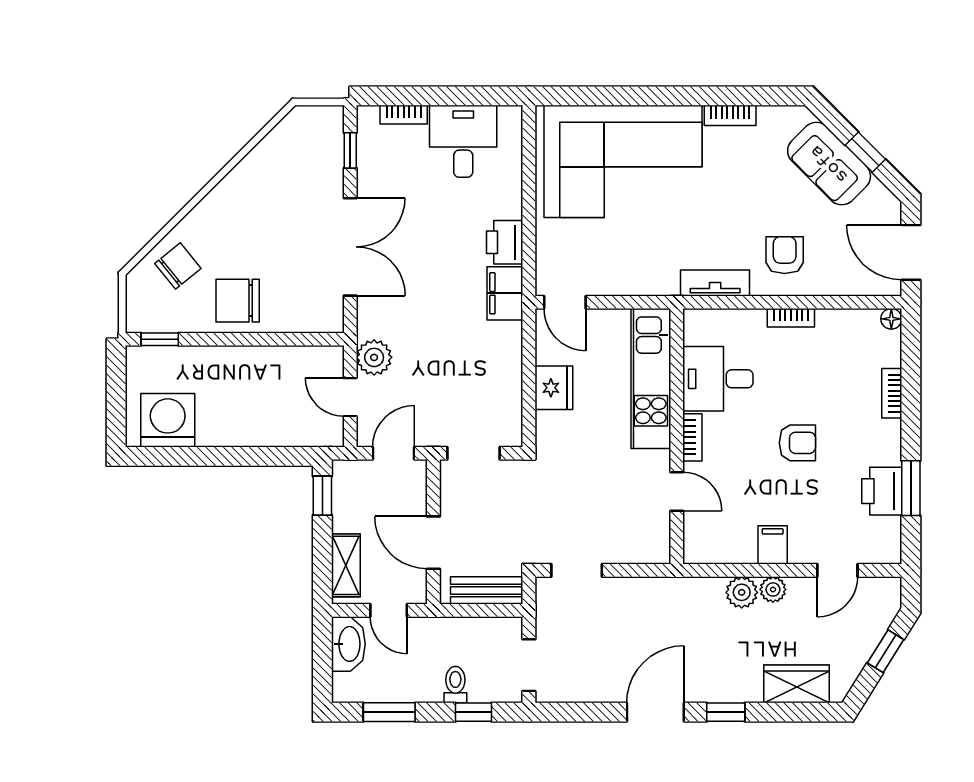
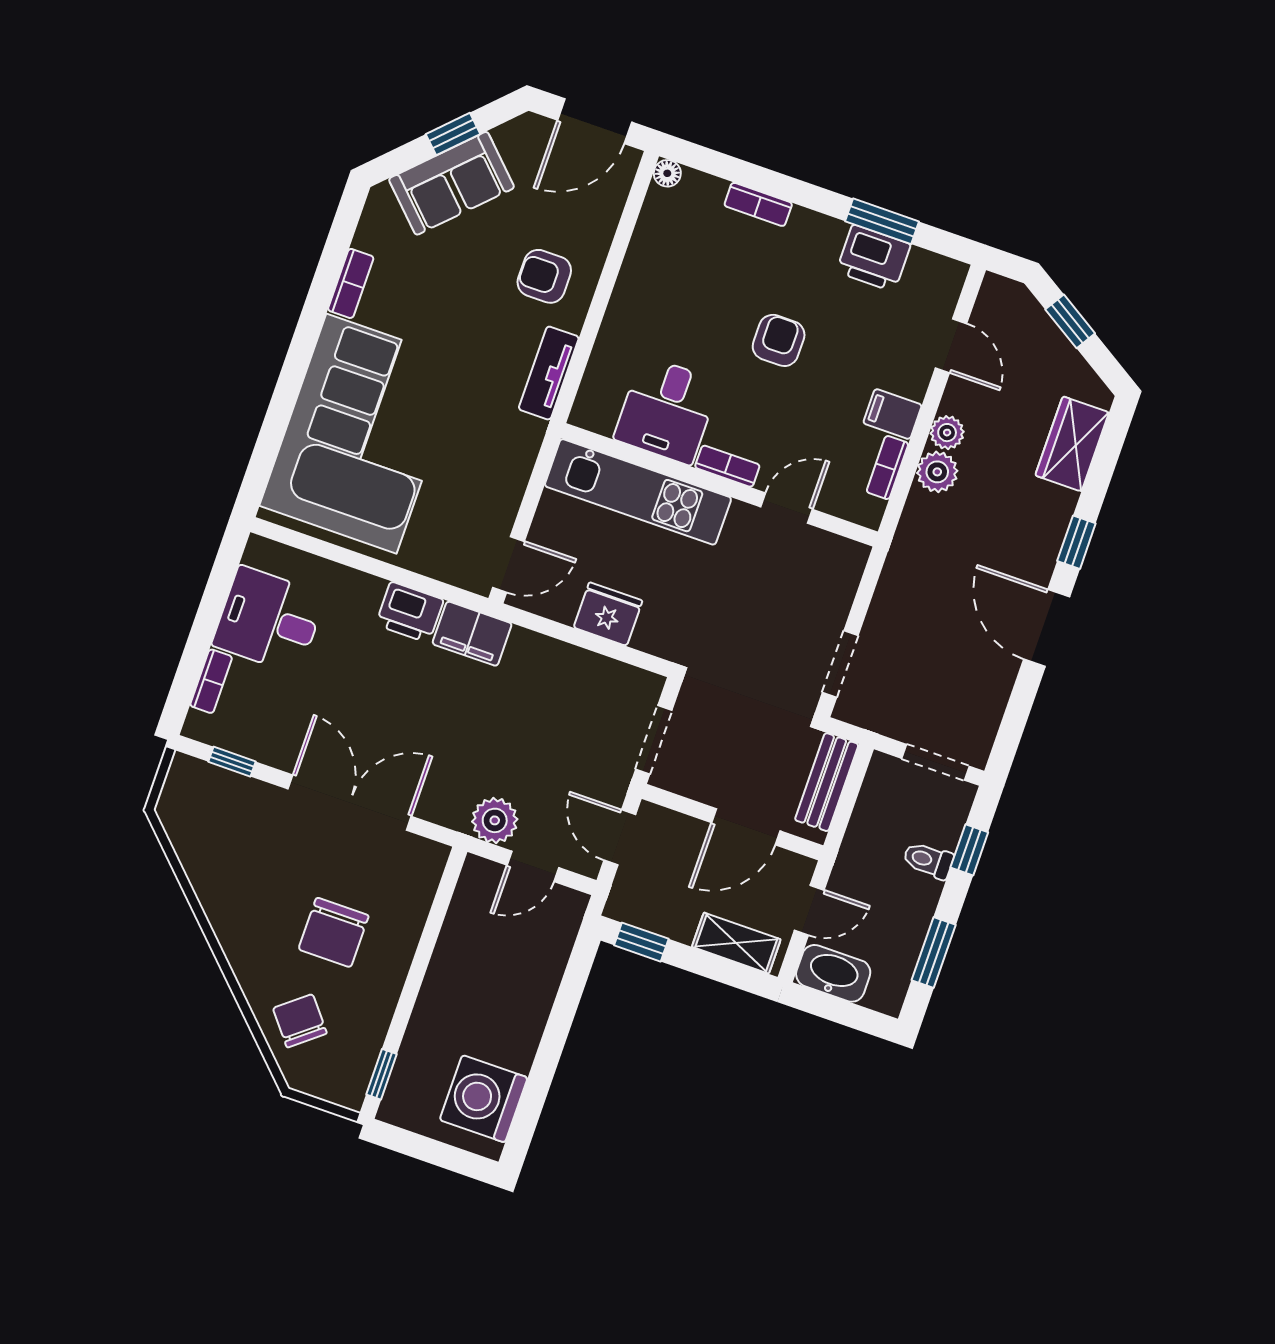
chair: (238, 301) -> (334, 932), moved
bookcase: (791, 318) -> (887, 468), moved, turned 180

